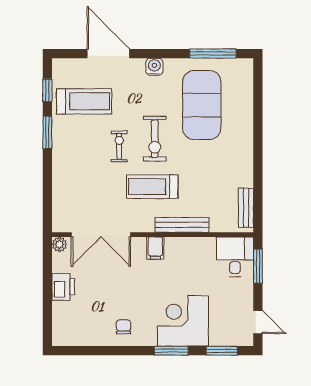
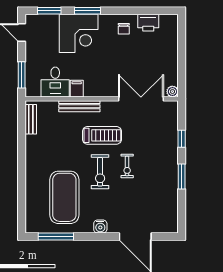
window: (47, 90) -> (182, 139), moved
treadmill: (84, 101) -> (154, 200), removed
exercise bike: (155, 139) -> (100, 172), turned 180
filing cabinet: (155, 248) -> (77, 89), moved
desk: (235, 257) -> (55, 82), moved
printer: (63, 287) -> (148, 23), moved, turned -90

